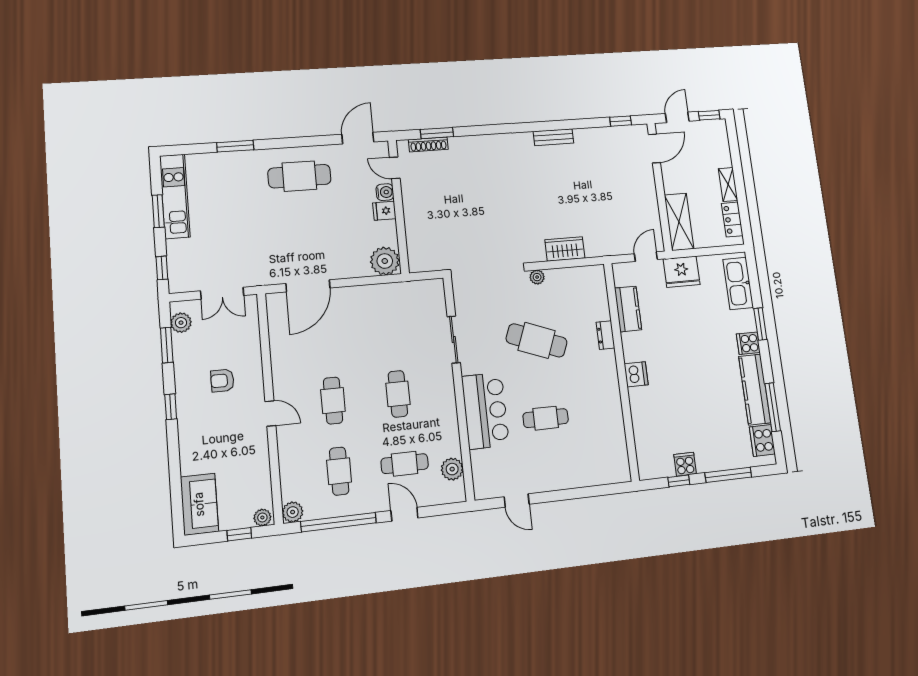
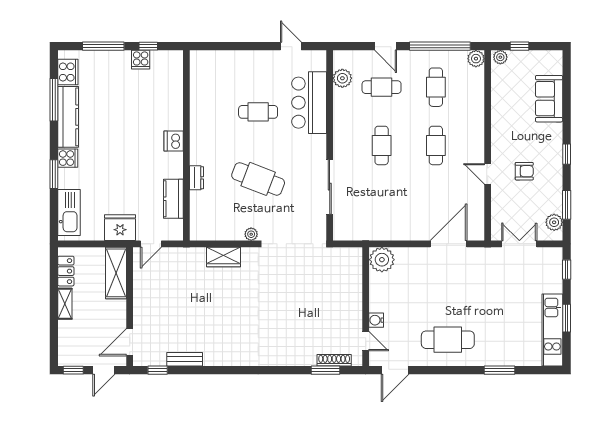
bench: (553, 137) -> (185, 359), moved
fridge: (384, 211) -> (378, 304), removed
sliding door: (454, 340) -> (330, 187), width x1.37
bar counter: (485, 411) -> (309, 103), moved
door: (270, 413) -> (488, 174), moved
sofa: (199, 504) -> (549, 99), moved

